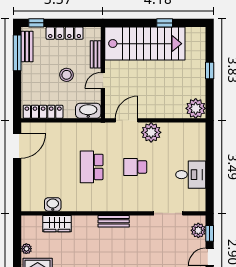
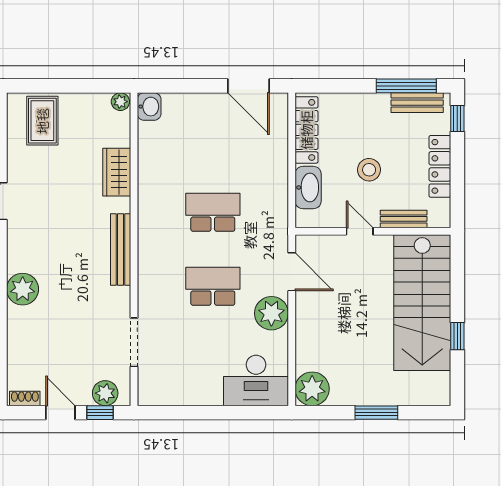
window: (210, 71) -> (376, 413), width x1.50
washbasin: (88, 111) -> (308, 188), moved
school desk: (135, 167) -> (213, 286), width x1.85
desk: (191, 175) -> (256, 380), moved, width x1.37
washbasin: (53, 204) -> (149, 107), moved
bench: (114, 221) -> (121, 249), width x1.36
wardrobe: (57, 224) -> (117, 172), moved
plant: (26, 249) -> (120, 102), moved

